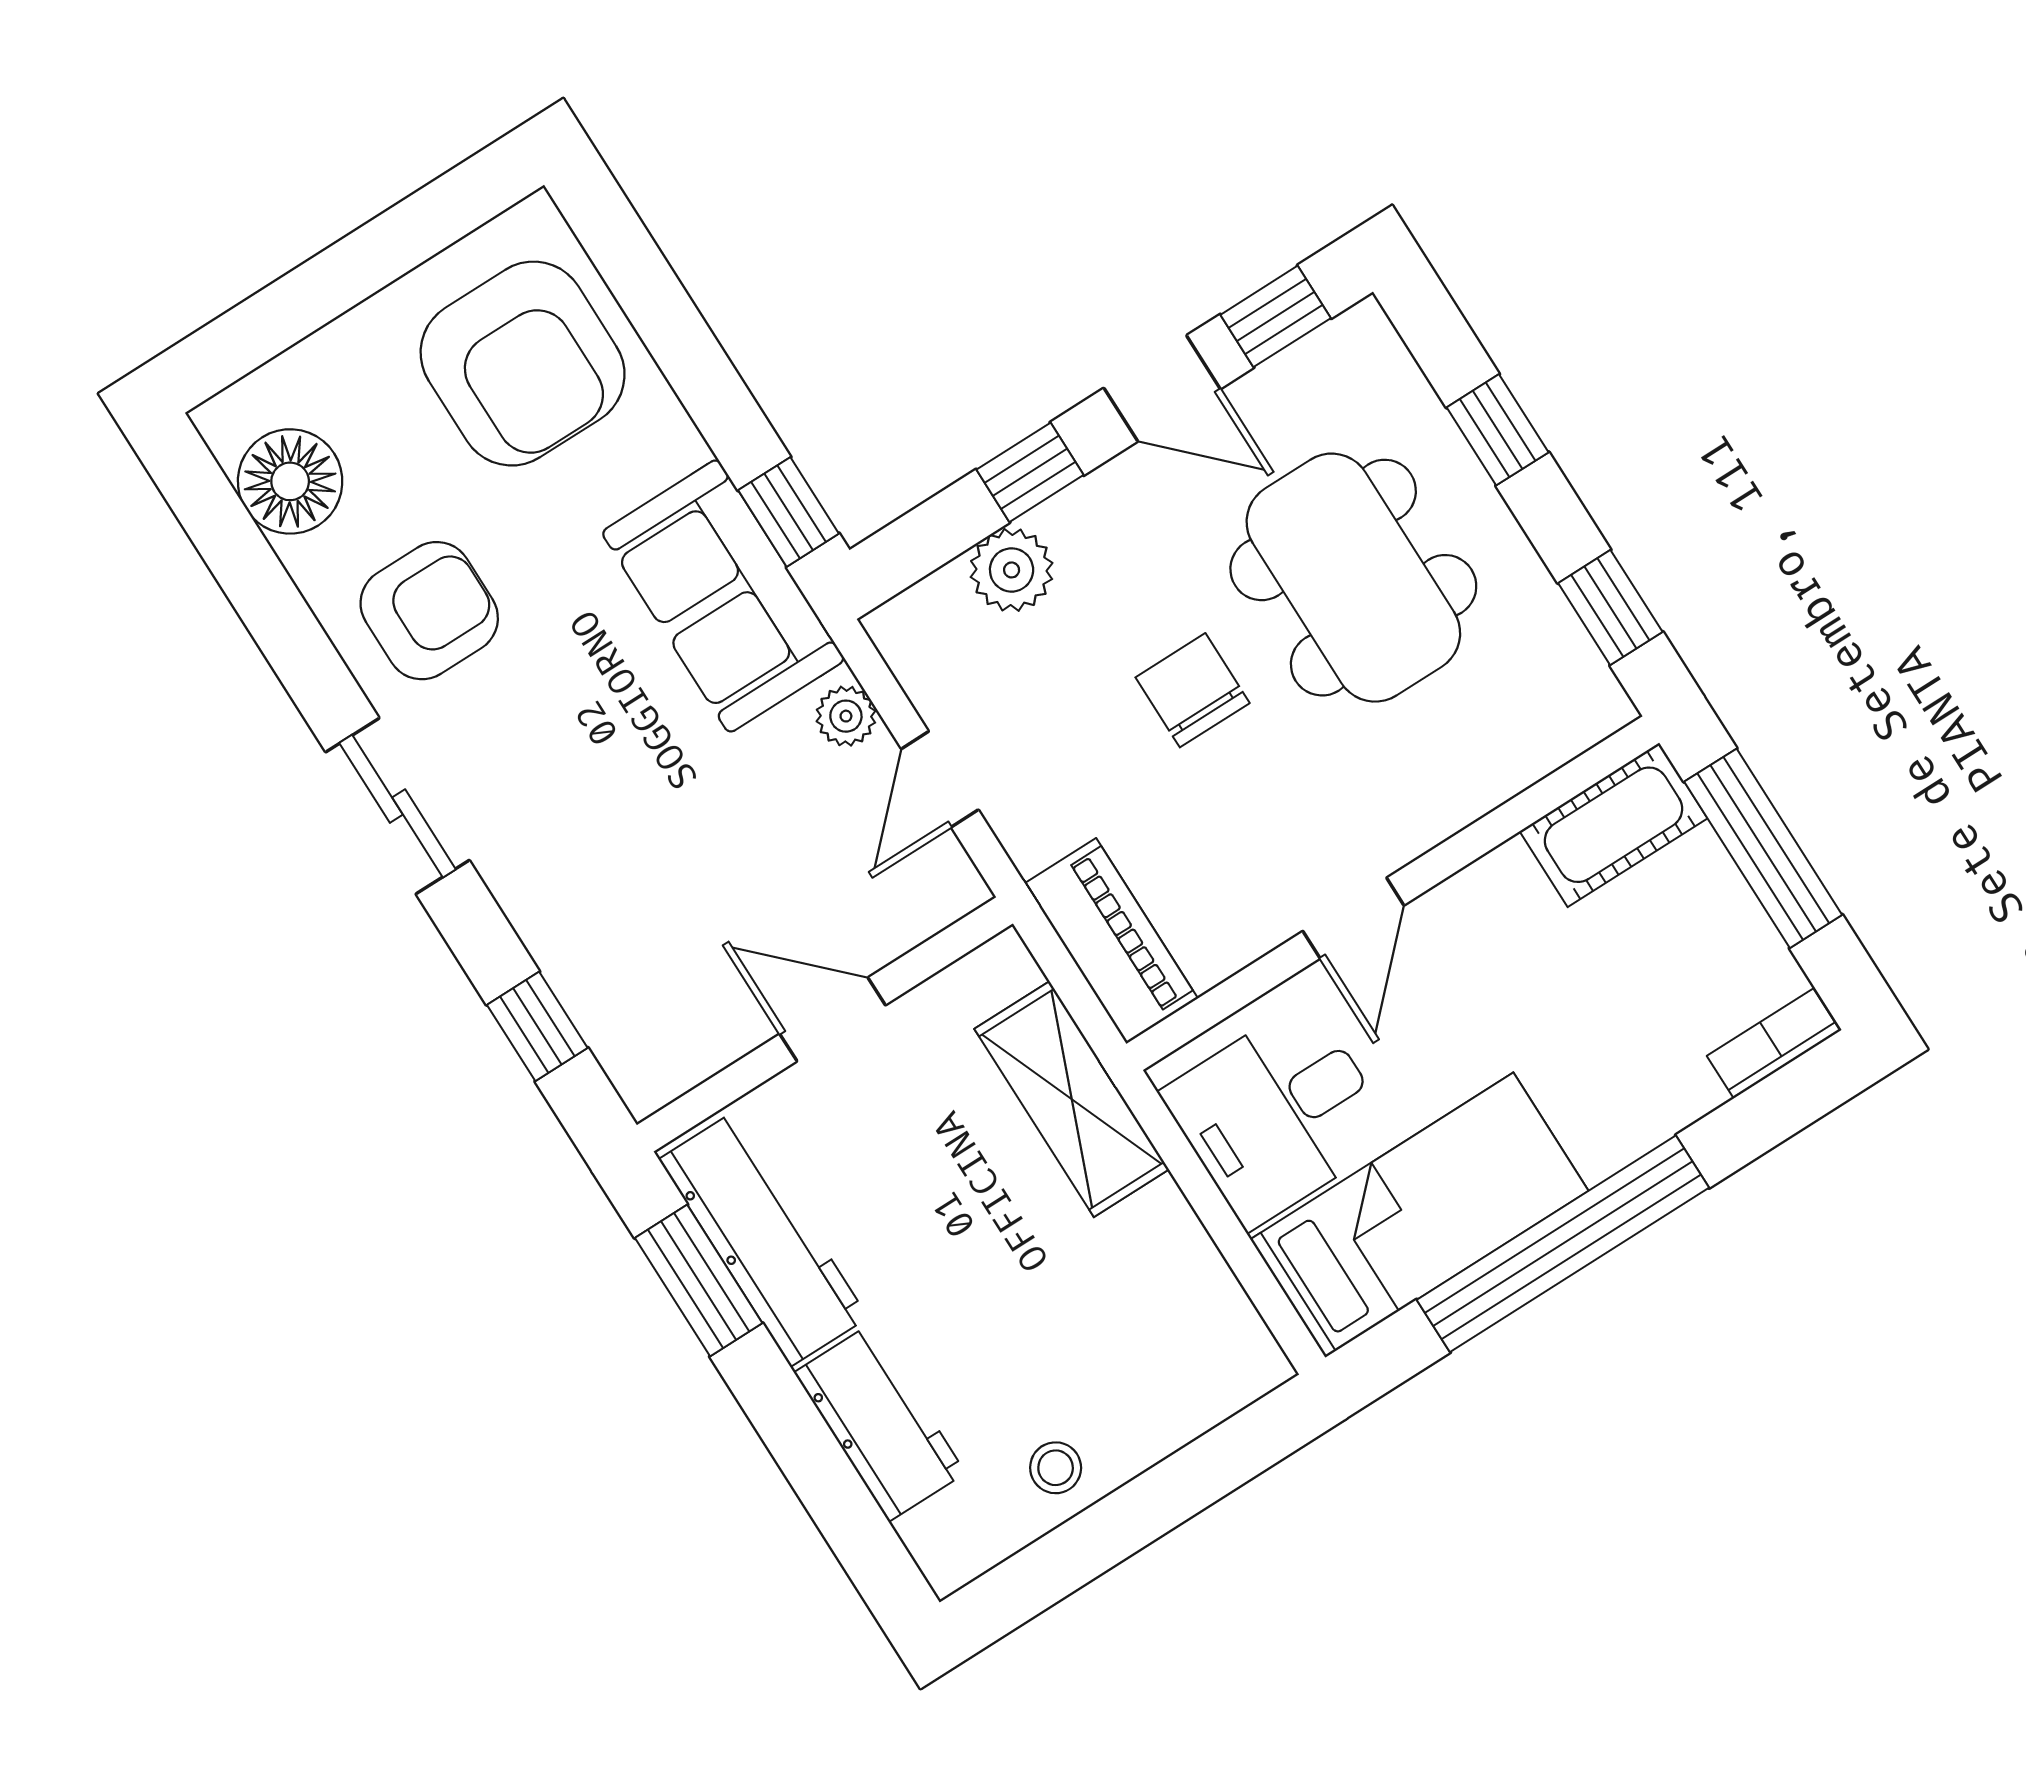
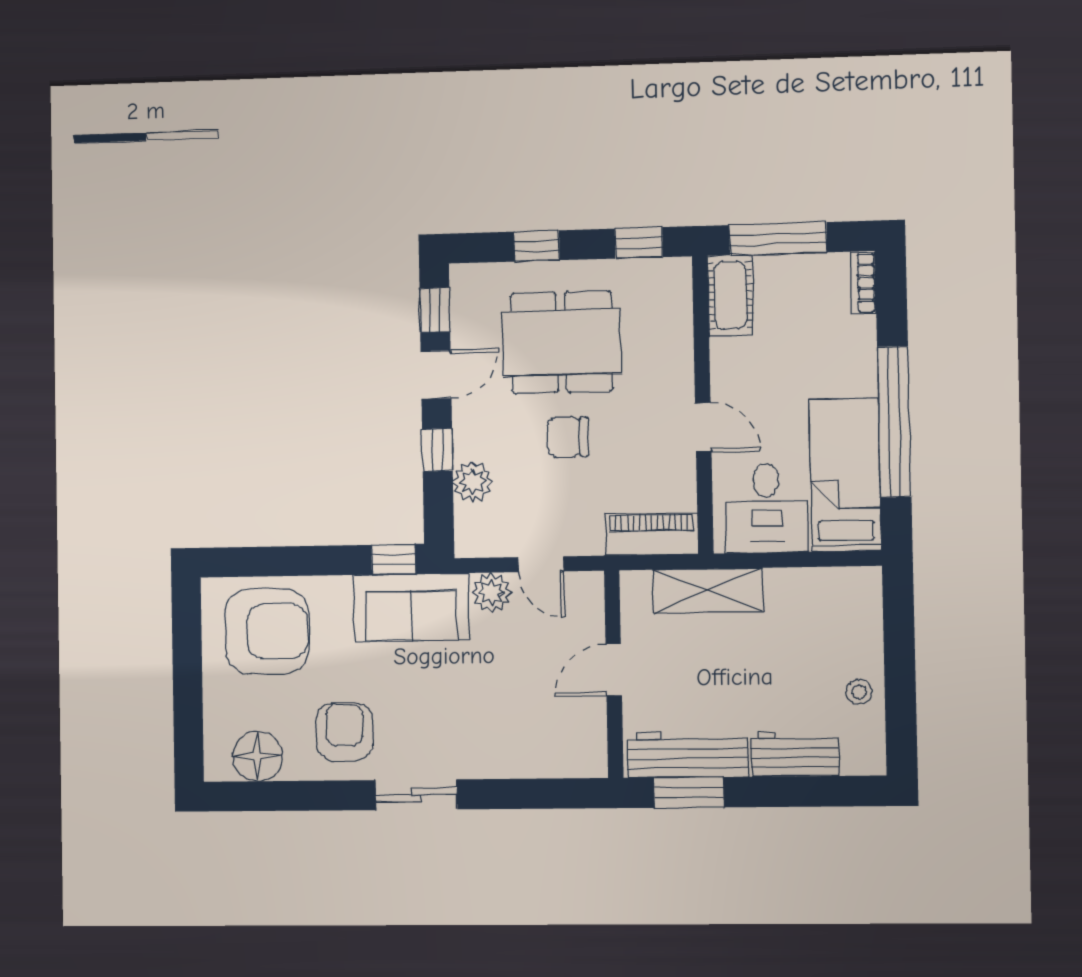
plant: (846, 716) -> (492, 593), width x1.38, depth x1.38
window: (537, 1026) -> (542, 794), removed

